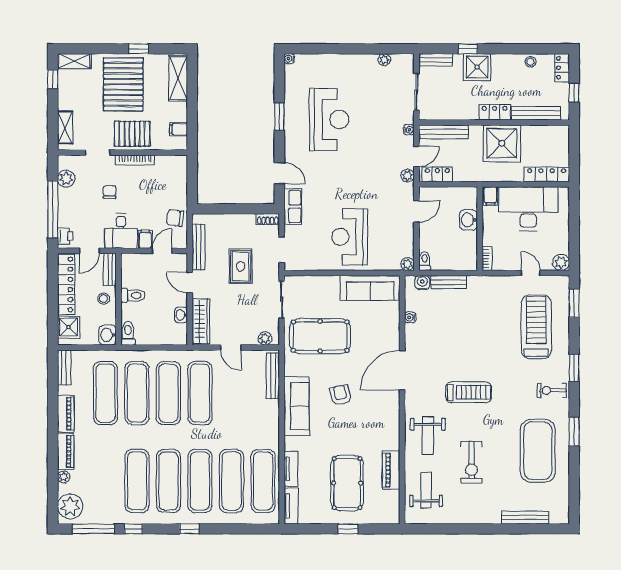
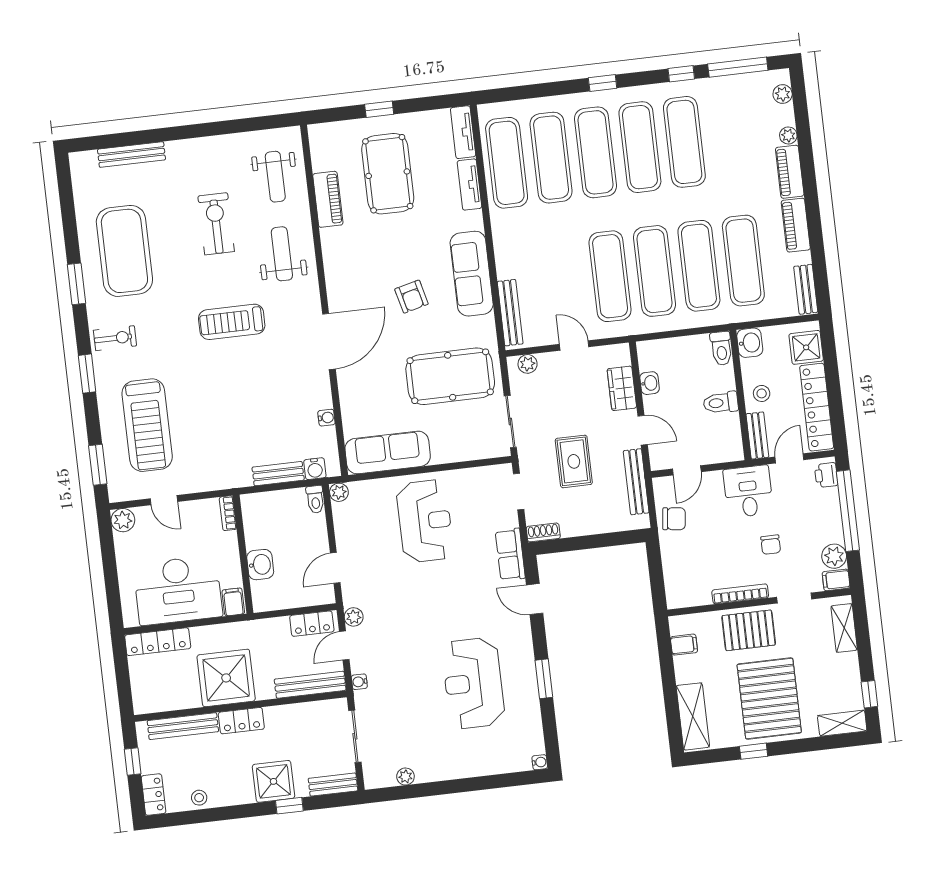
filing cabinet: (145, 239) -> (836, 580), moved, turned 90
wardrobe: (201, 321) -> (622, 388), width x0.67
plant: (70, 506) -> (783, 94), width x0.53, depth x0.53

